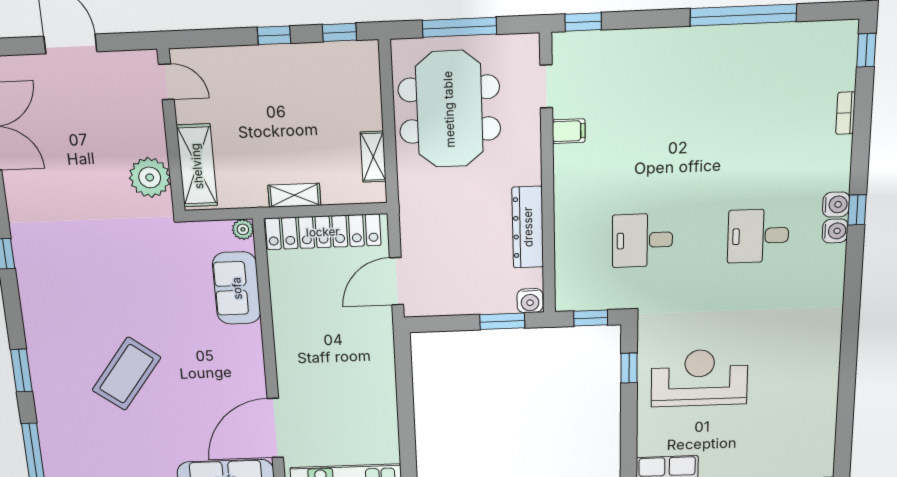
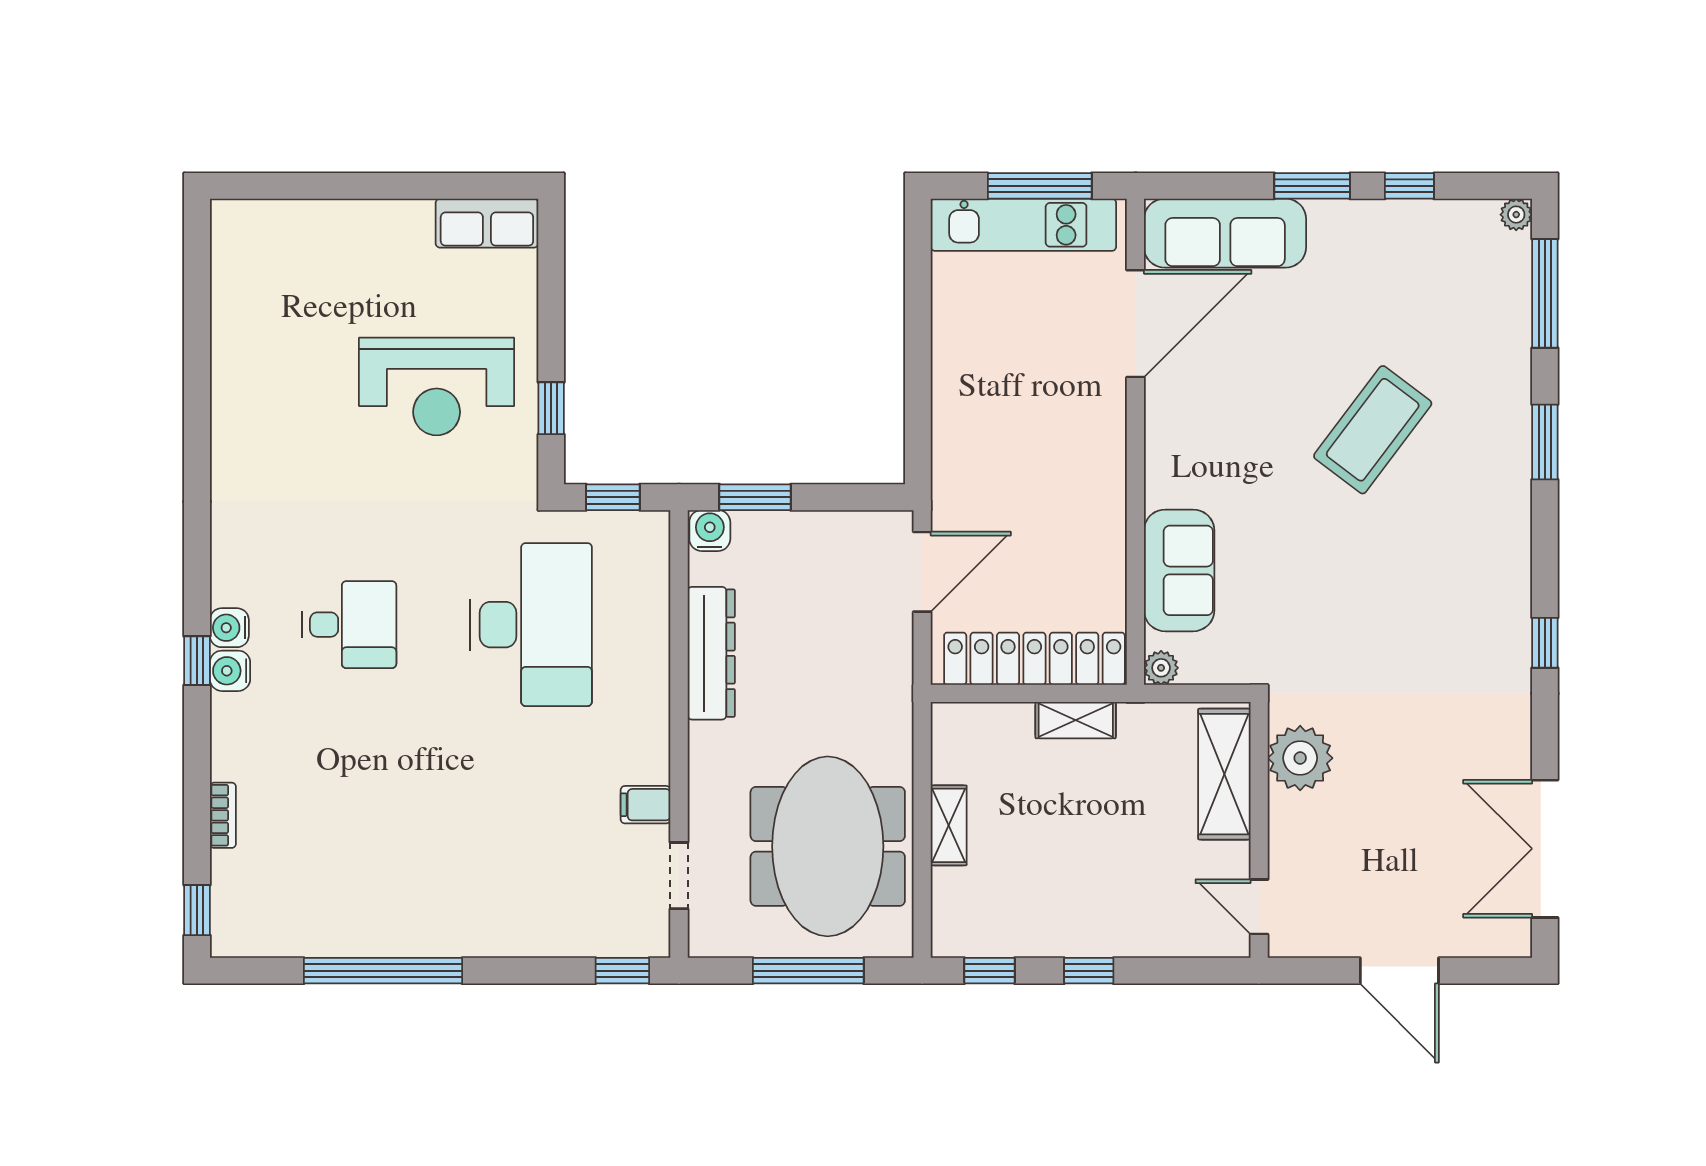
shelving: (373, 157) -> (949, 825), moved
desk: (642, 240) -> (531, 625), width x1.87, depth x1.30

